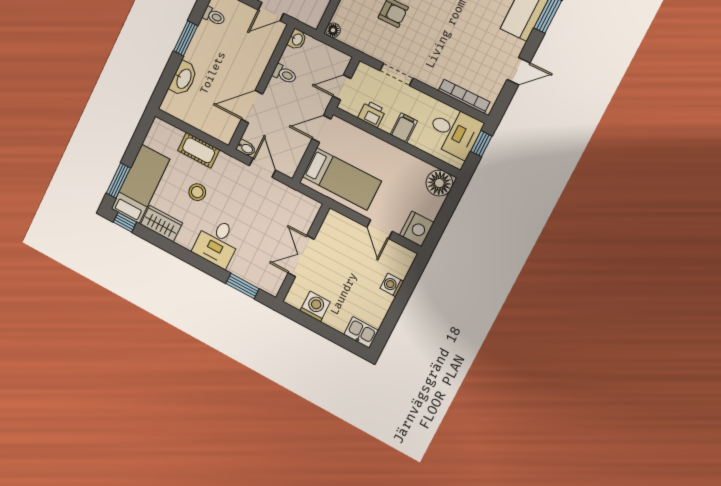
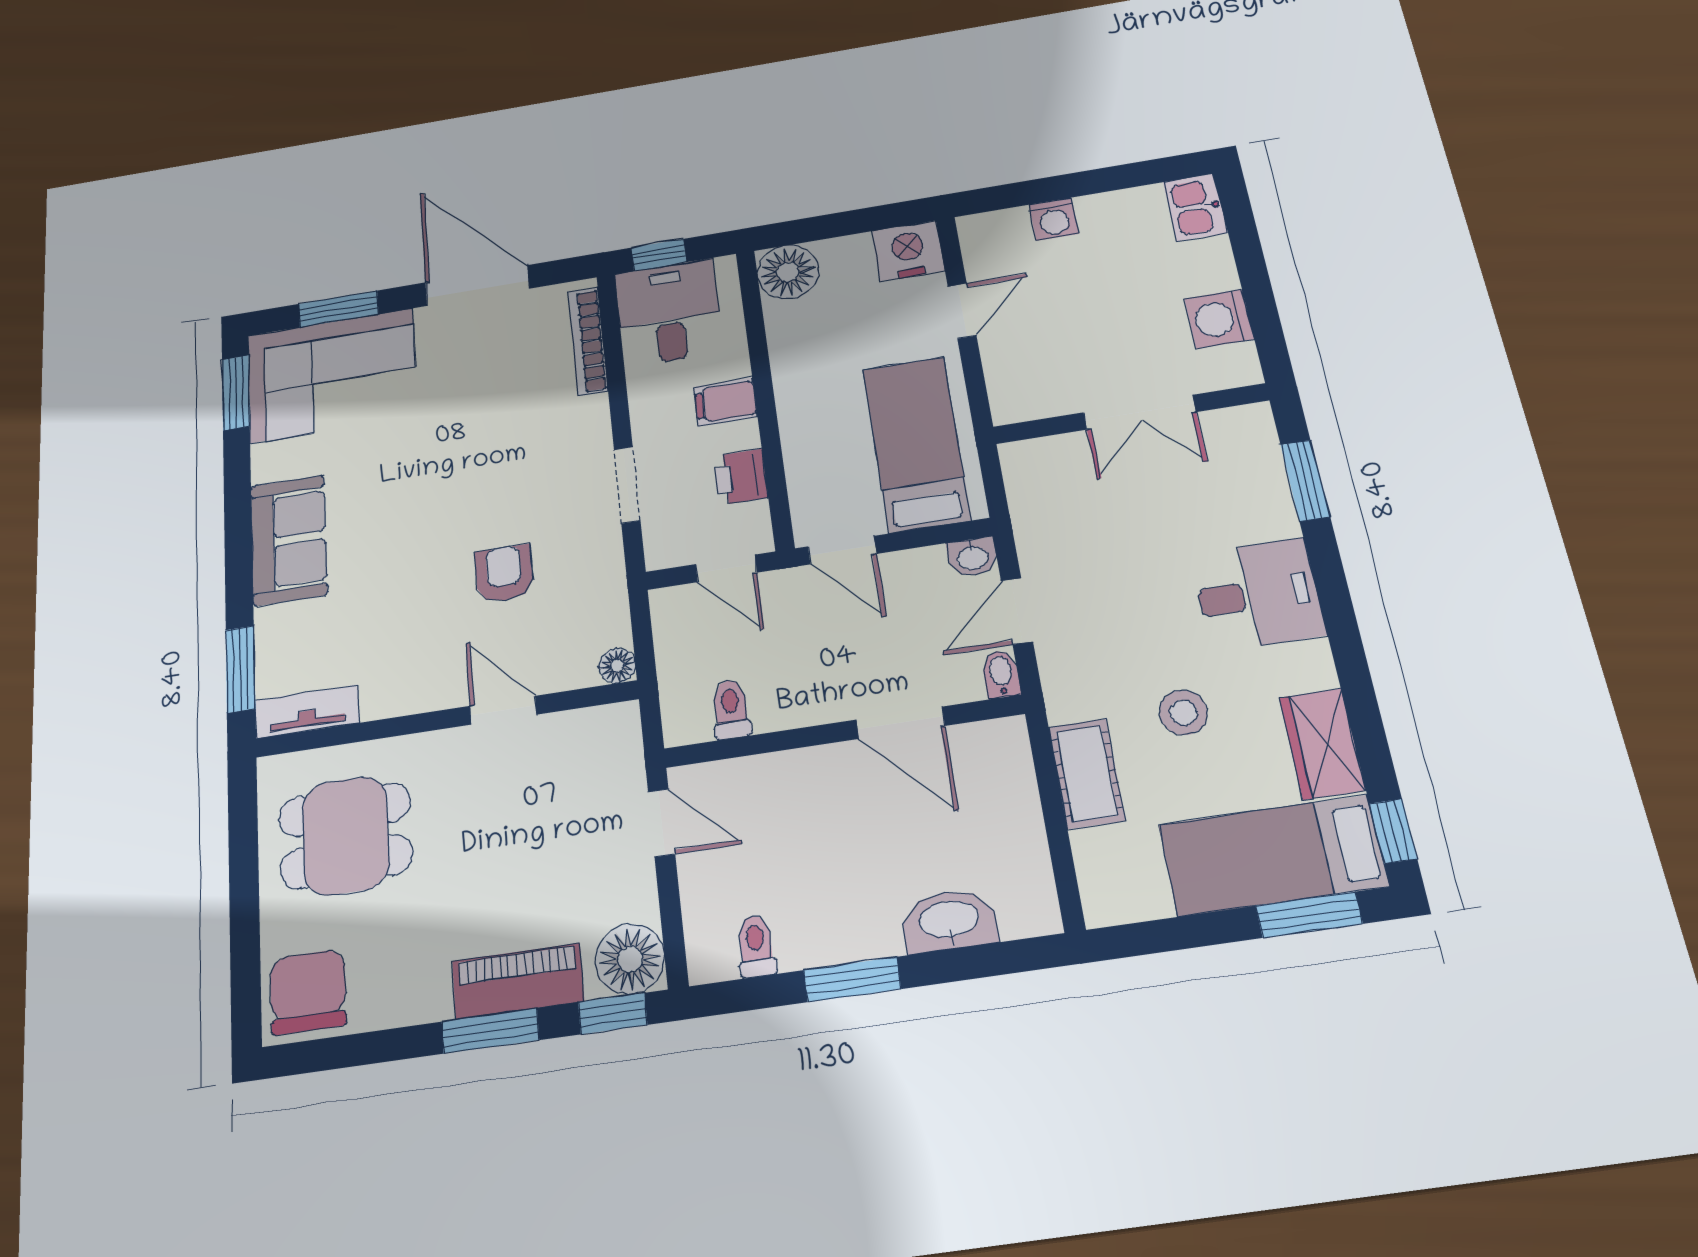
washbasin: (297, 39) -> (972, 557), moved, turned 180
door: (519, 71) -> (477, 285), width x1.87
toilet: (285, 74) -> (731, 709), moved

